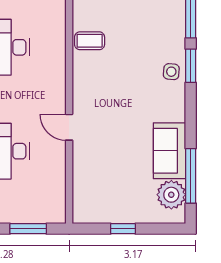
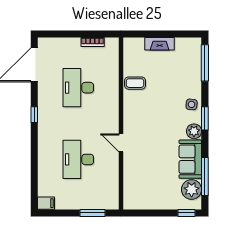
window: (191, 66) -> (205, 118), moved
plant: (175, 110) -> (194, 131), added
window: (123, 229) -> (186, 213), moved

